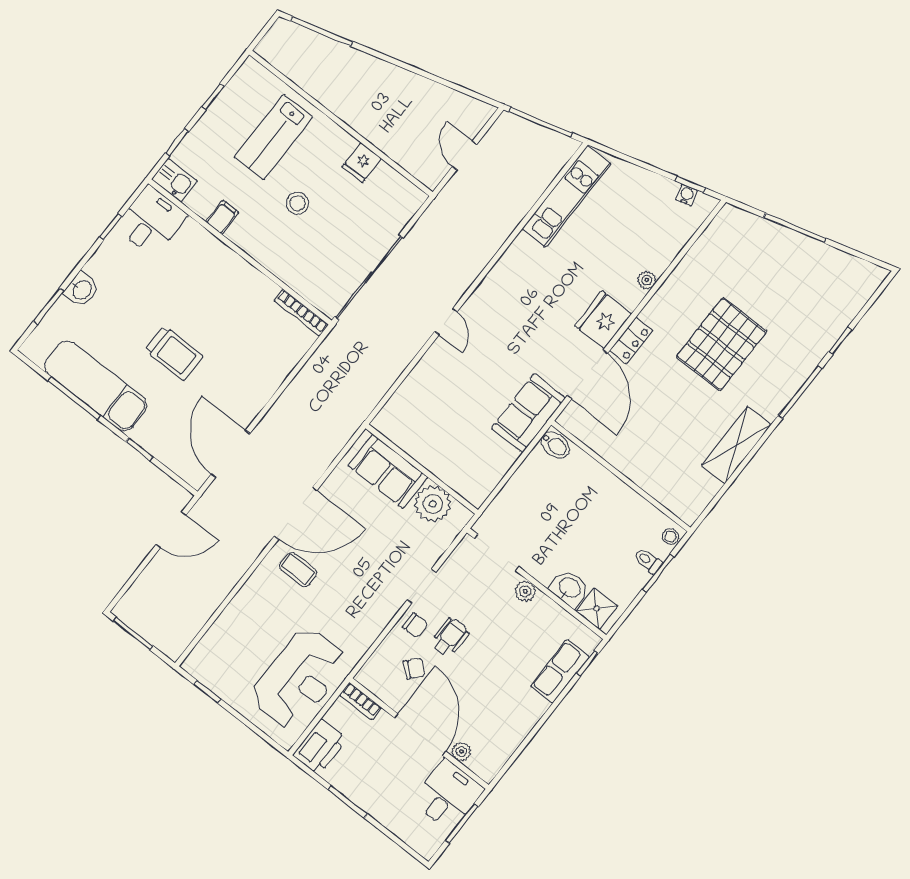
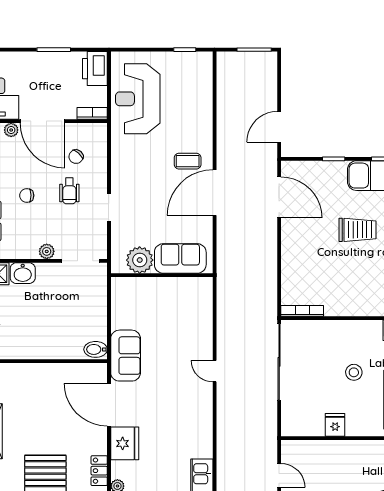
locker: (631, 340) -> (99, 471), moved
trolley: (174, 353) -> (357, 230), turned 180
chair: (415, 625) -> (27, 195), moved

